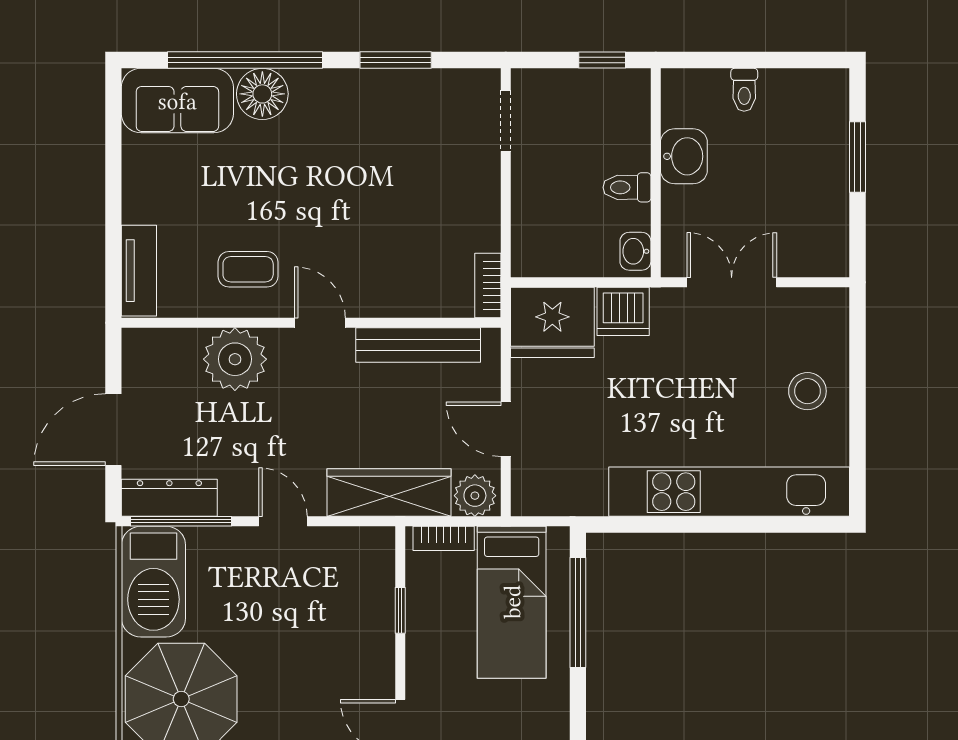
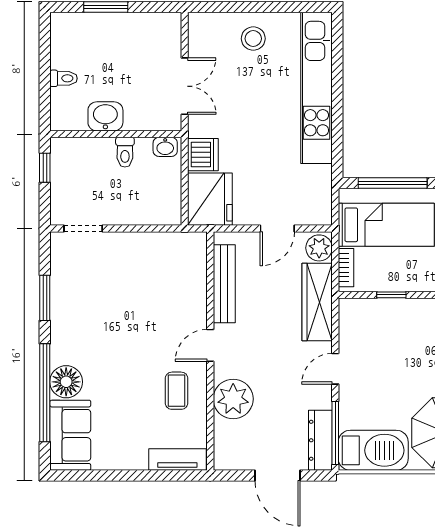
double door: (732, 282) -> (185, 86), swing flipped
bookcase: (488, 286) -> (187, 240), removed

